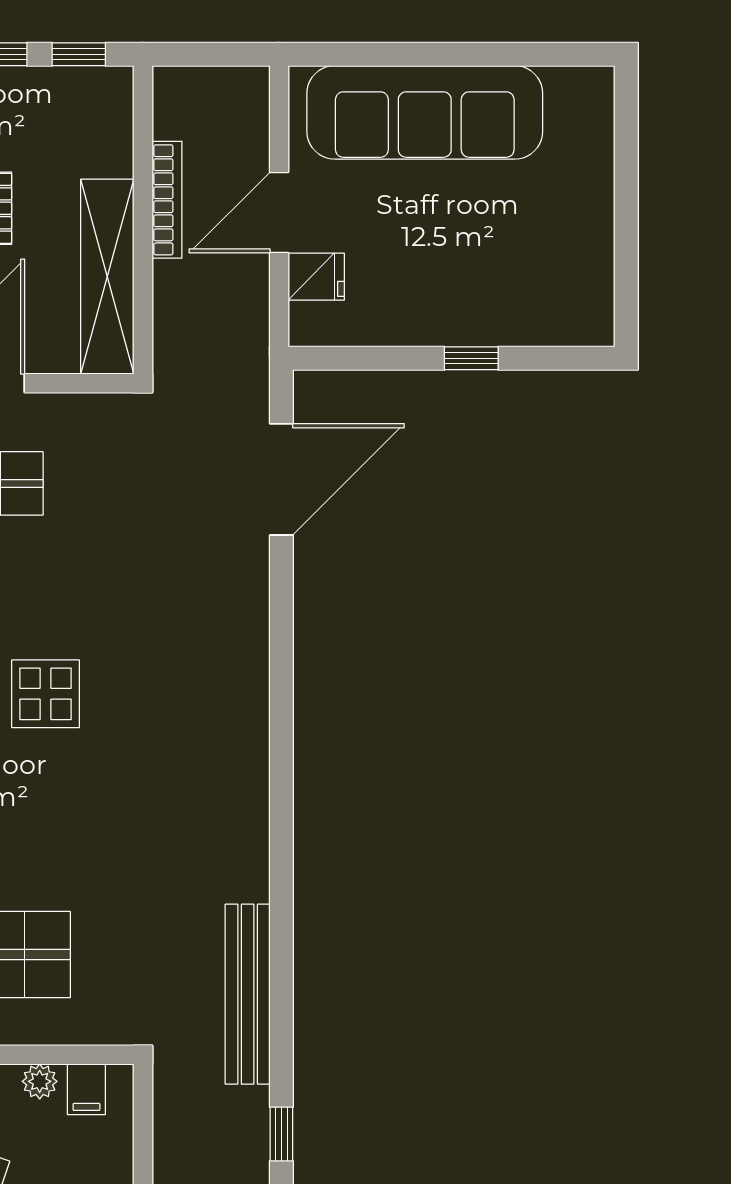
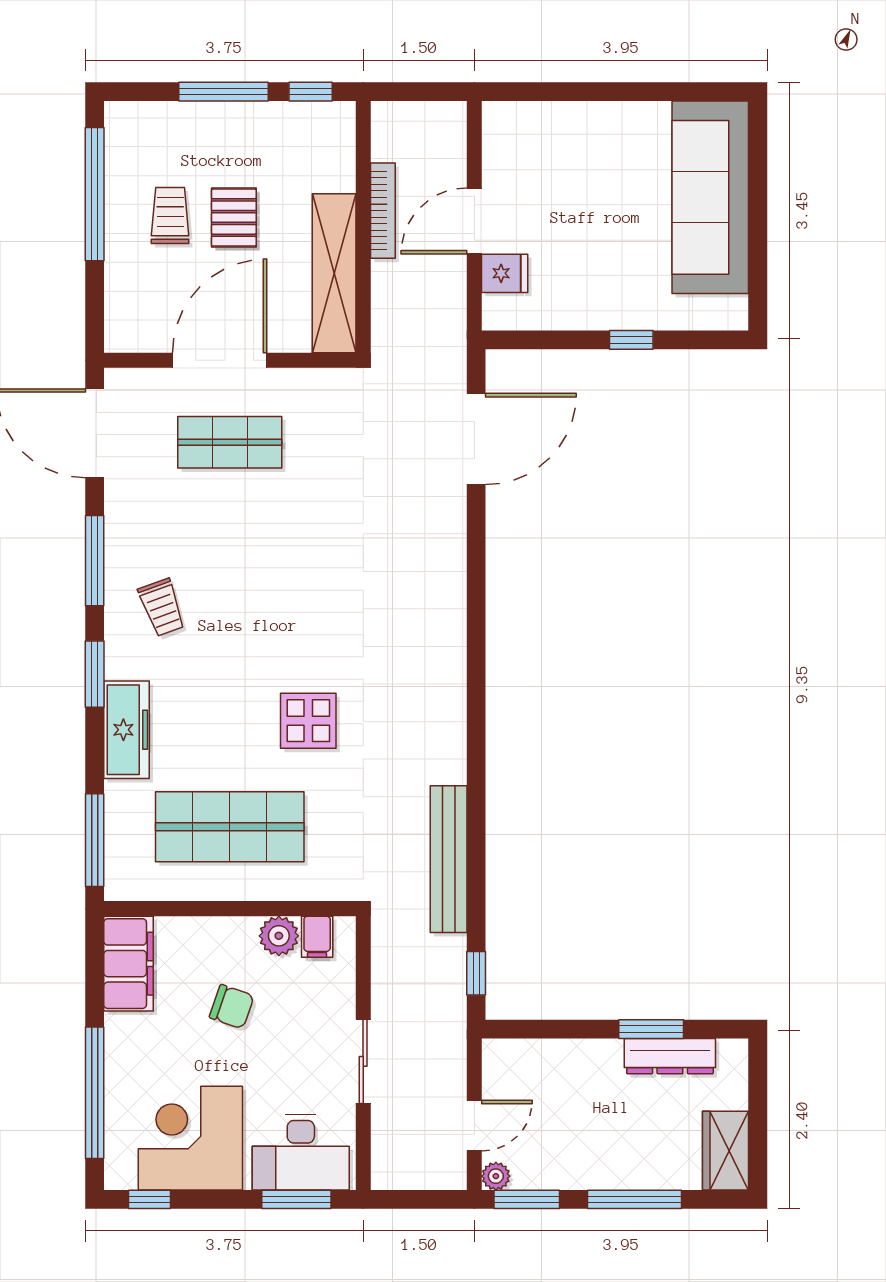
sofa: (425, 112) -> (710, 197), moved, turned 90
display table: (46, 694) -> (308, 721), moved
plant: (40, 1081) -> (279, 936), width x1.38, depth x1.38

